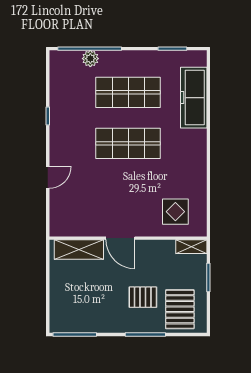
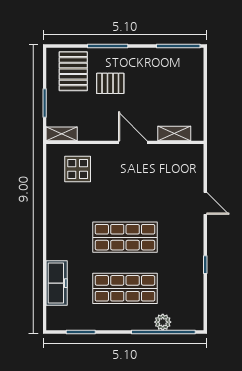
freezer: (194, 98) -> (57, 283), width x0.73, depth x0.79
door: (48, 177) -> (205, 203), swing flipped
shelving: (79, 250) -> (174, 133), width x0.67, depth x0.75

